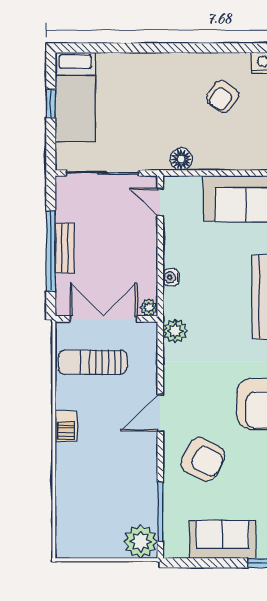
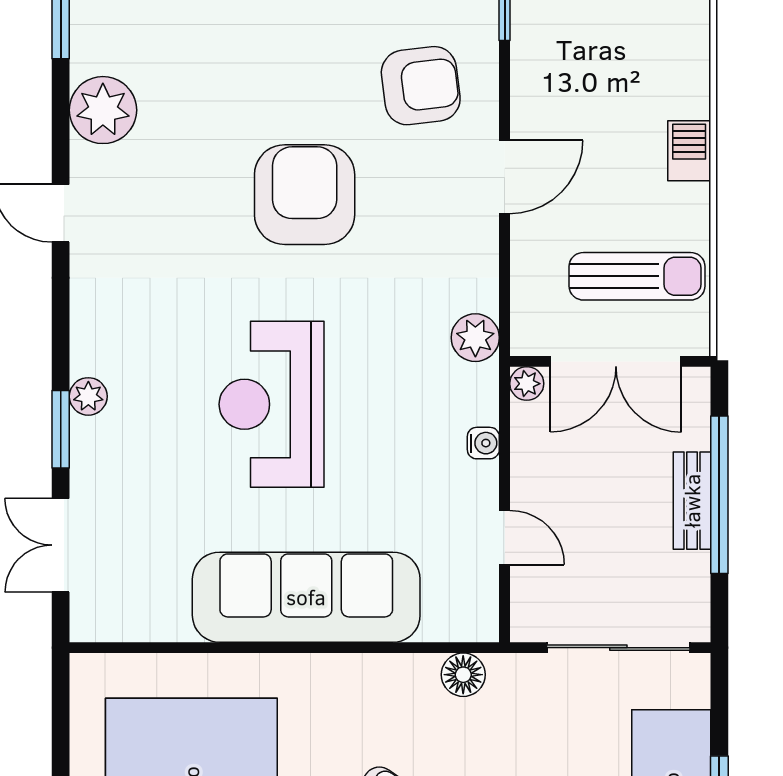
door: (160, 202) -> (505, 538), moved
armchair: (203, 459) -> (421, 86), turned 146

